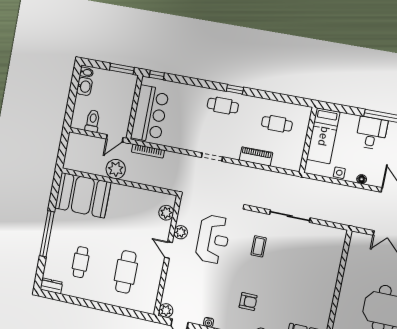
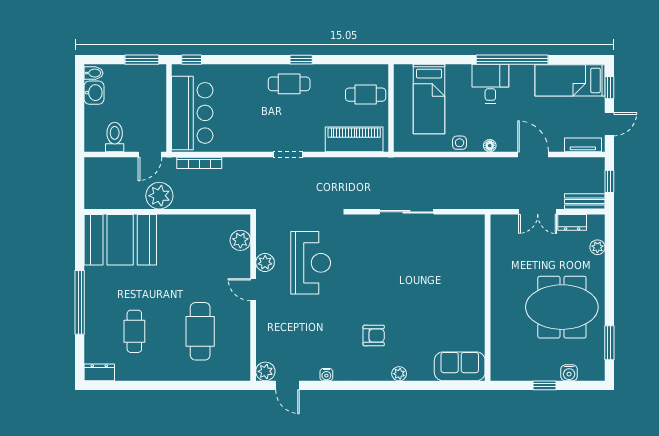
wall: (308, 140) -> (391, 108), moved
piano: (256, 156) -> (354, 139), width x1.37, depth x1.33
coffee table: (259, 246) -> (373, 260), removed

